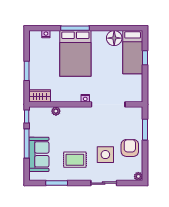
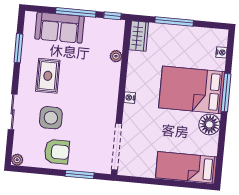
floor lamp: (114, 38) -> (209, 124), moved
window: (145, 58) -> (177, 184), removed
window: (27, 71) -> (174, 21), width x1.44
doorway: (108, 104) -> (117, 147), moved

